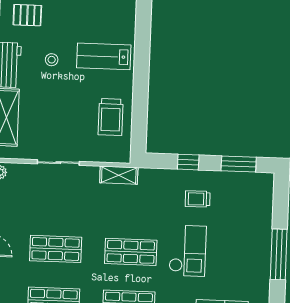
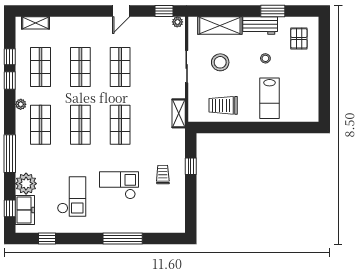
lab bench: (104, 56) -> (270, 98), turned 180
stool: (54, 119) -> (220, 62), added
window: (239, 164) -> (191, 205), removed
checkout: (188, 251) -> (119, 185), moved, turned 180

